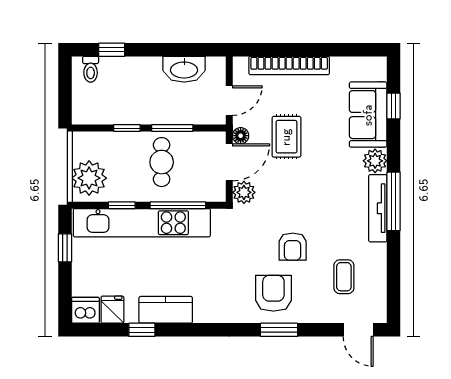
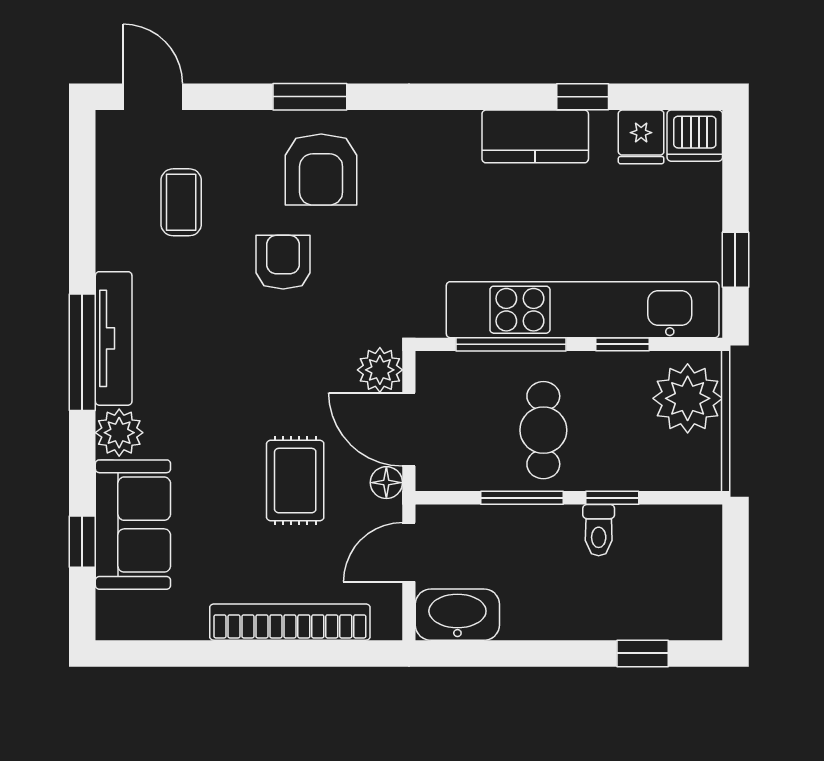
toilet: (91, 69) -> (599, 530), moved, turned 180
washbasin: (184, 69) -> (457, 615), moved
door: (229, 162) -> (409, 429), hinge flipped

